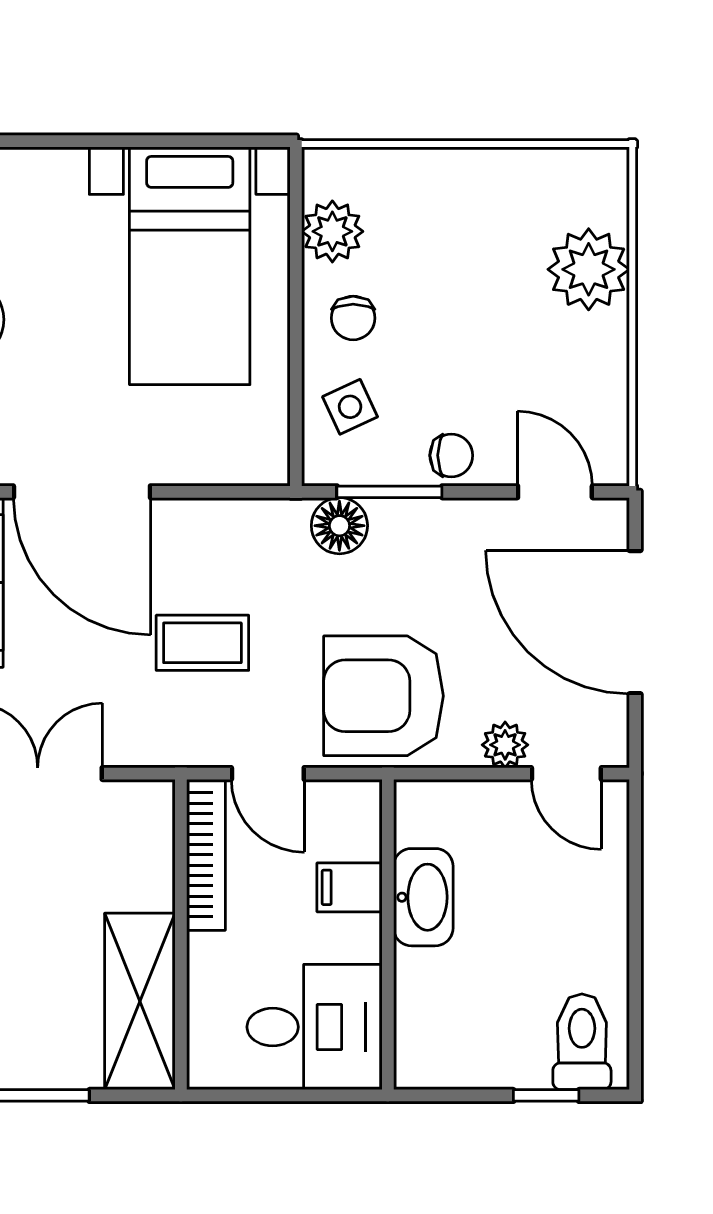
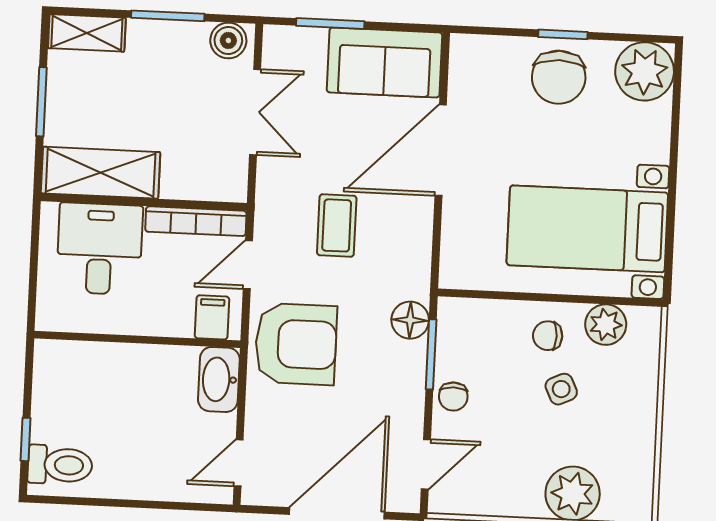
side table: (350, 407) -> (561, 389), moved
armchair: (383, 696) -> (296, 344), turned 90
plant: (505, 745) -> (260, 423), removed
filing cabinet: (349, 887) -> (212, 317), moved
washbasin: (423, 897) -> (219, 379), moved, turned 90
desk: (315, 1027) -> (100, 249), moved, turned 180

